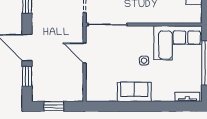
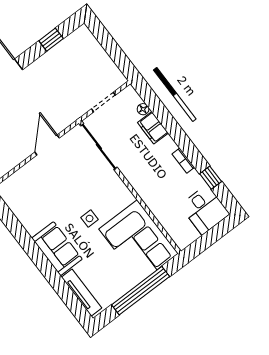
sofa: (134, 92) -> (57, 249), moved
tv unit: (187, 97) -> (82, 293), width x1.41

